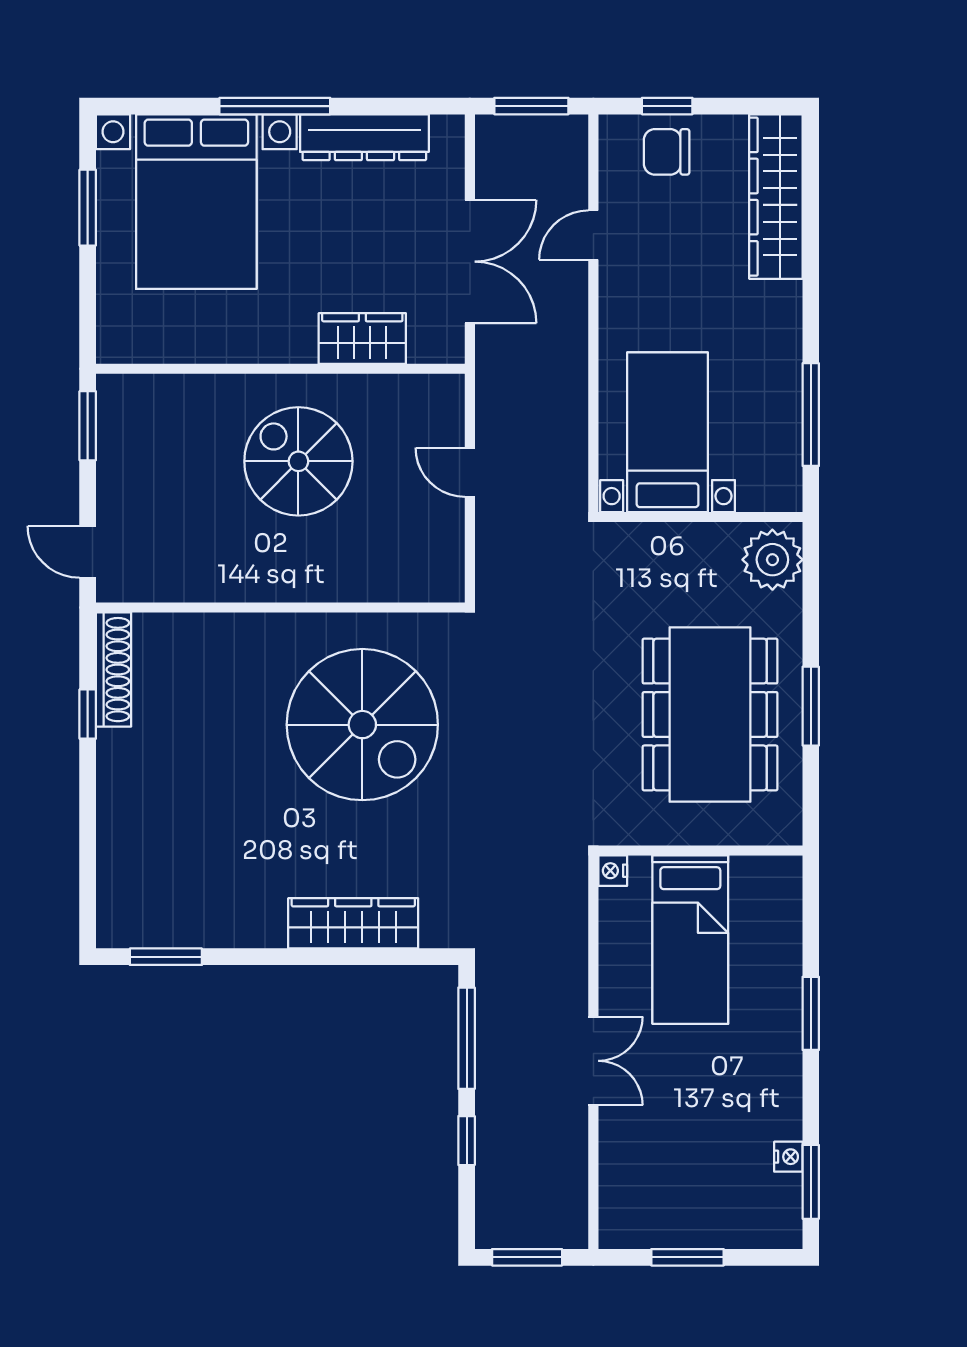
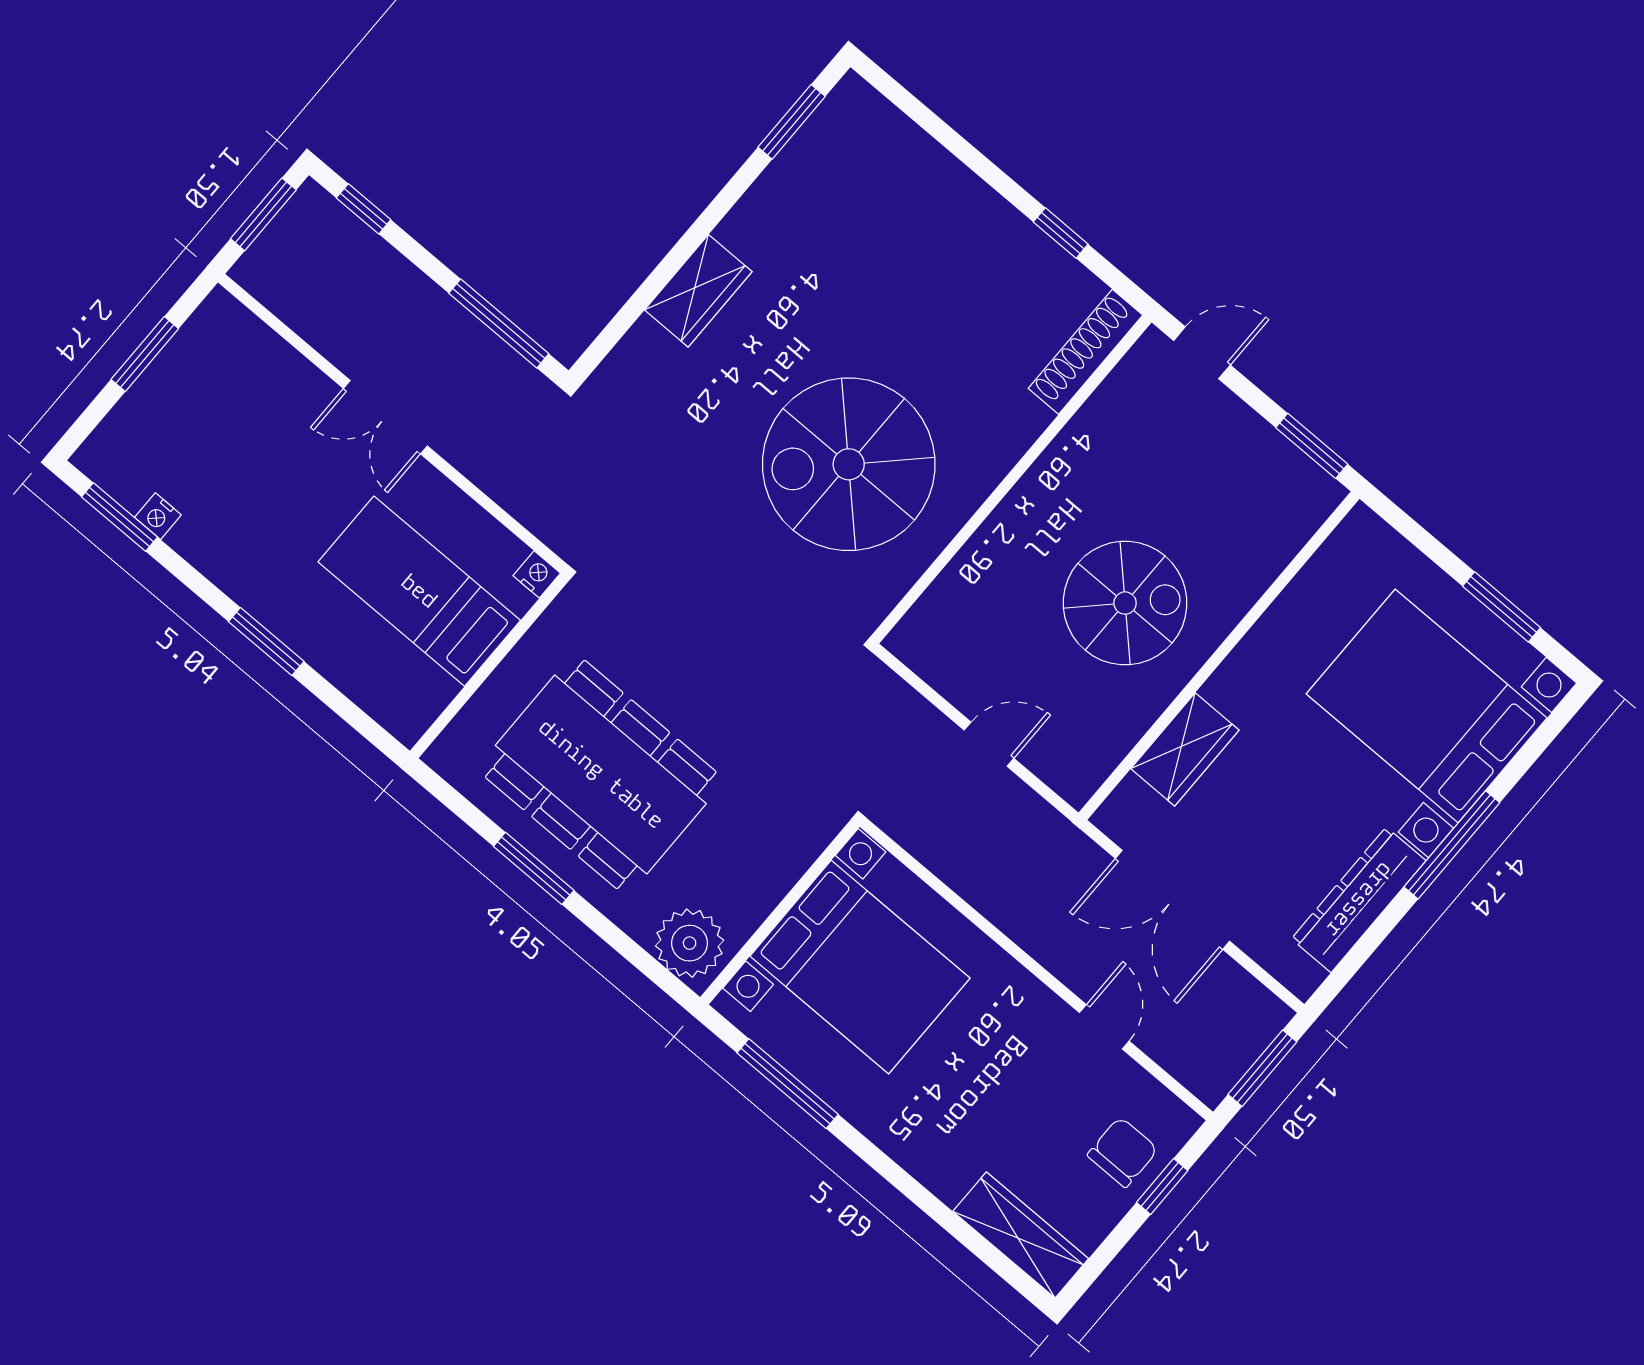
wardrobe: (776, 197) -> (1021, 1235), width x0.71, depth x0.85
bed with nightstands: (668, 432) -> (860, 967), width x1.36
shoe rack: (114, 670) -> (1086, 352), moved, turned 90
wardrobe: (353, 923) -> (698, 291), width x0.67
window: (467, 1141) -> (364, 209), moved

